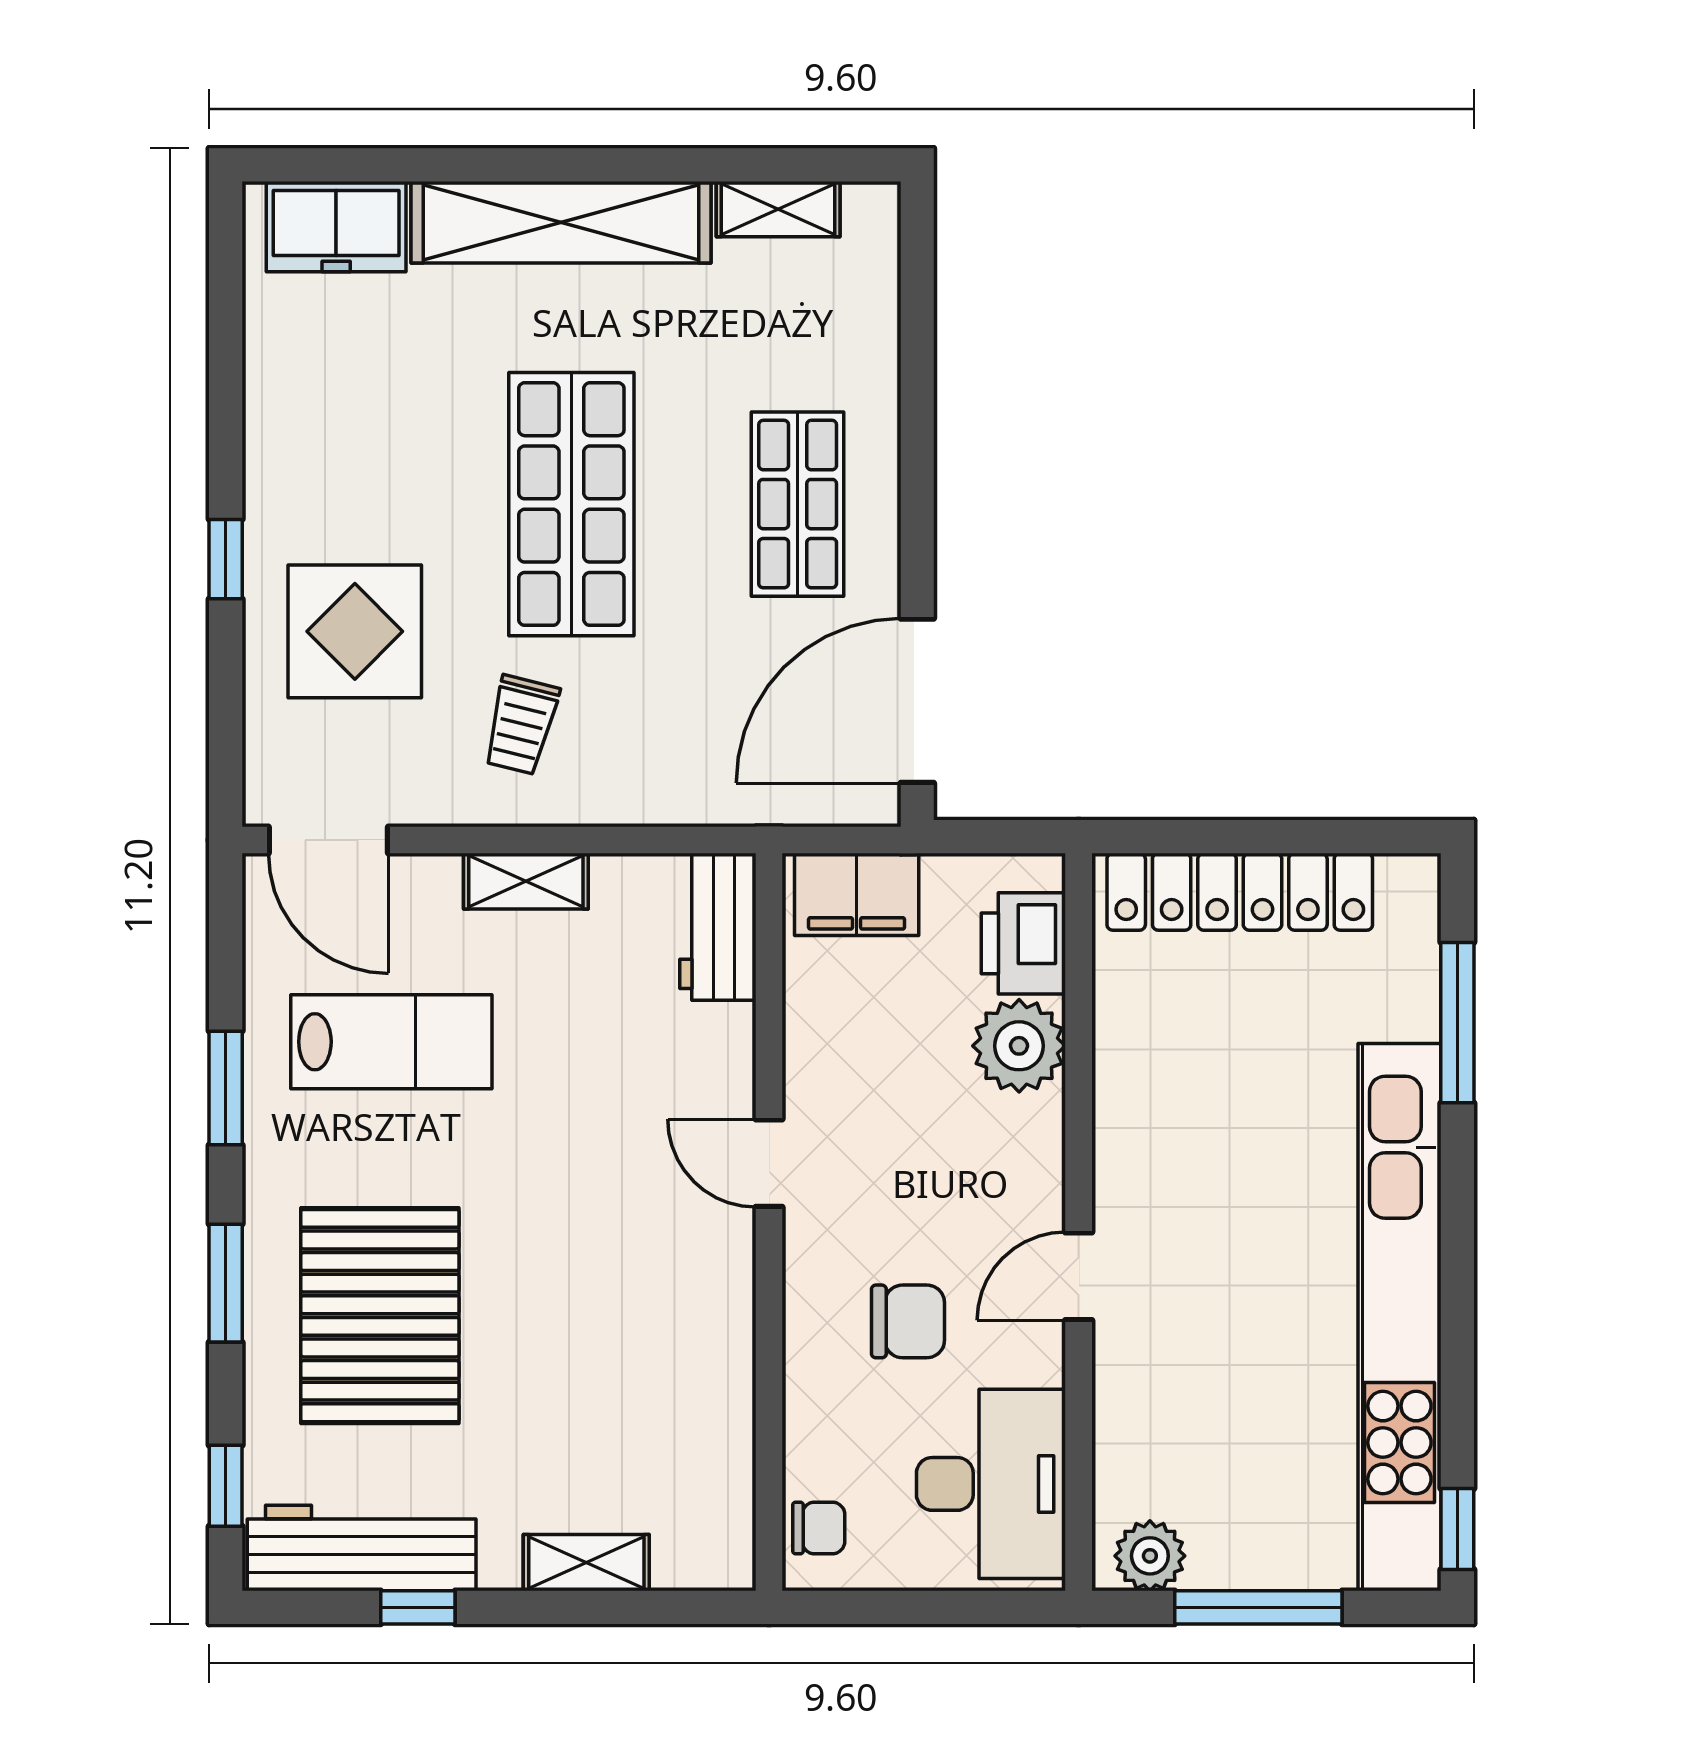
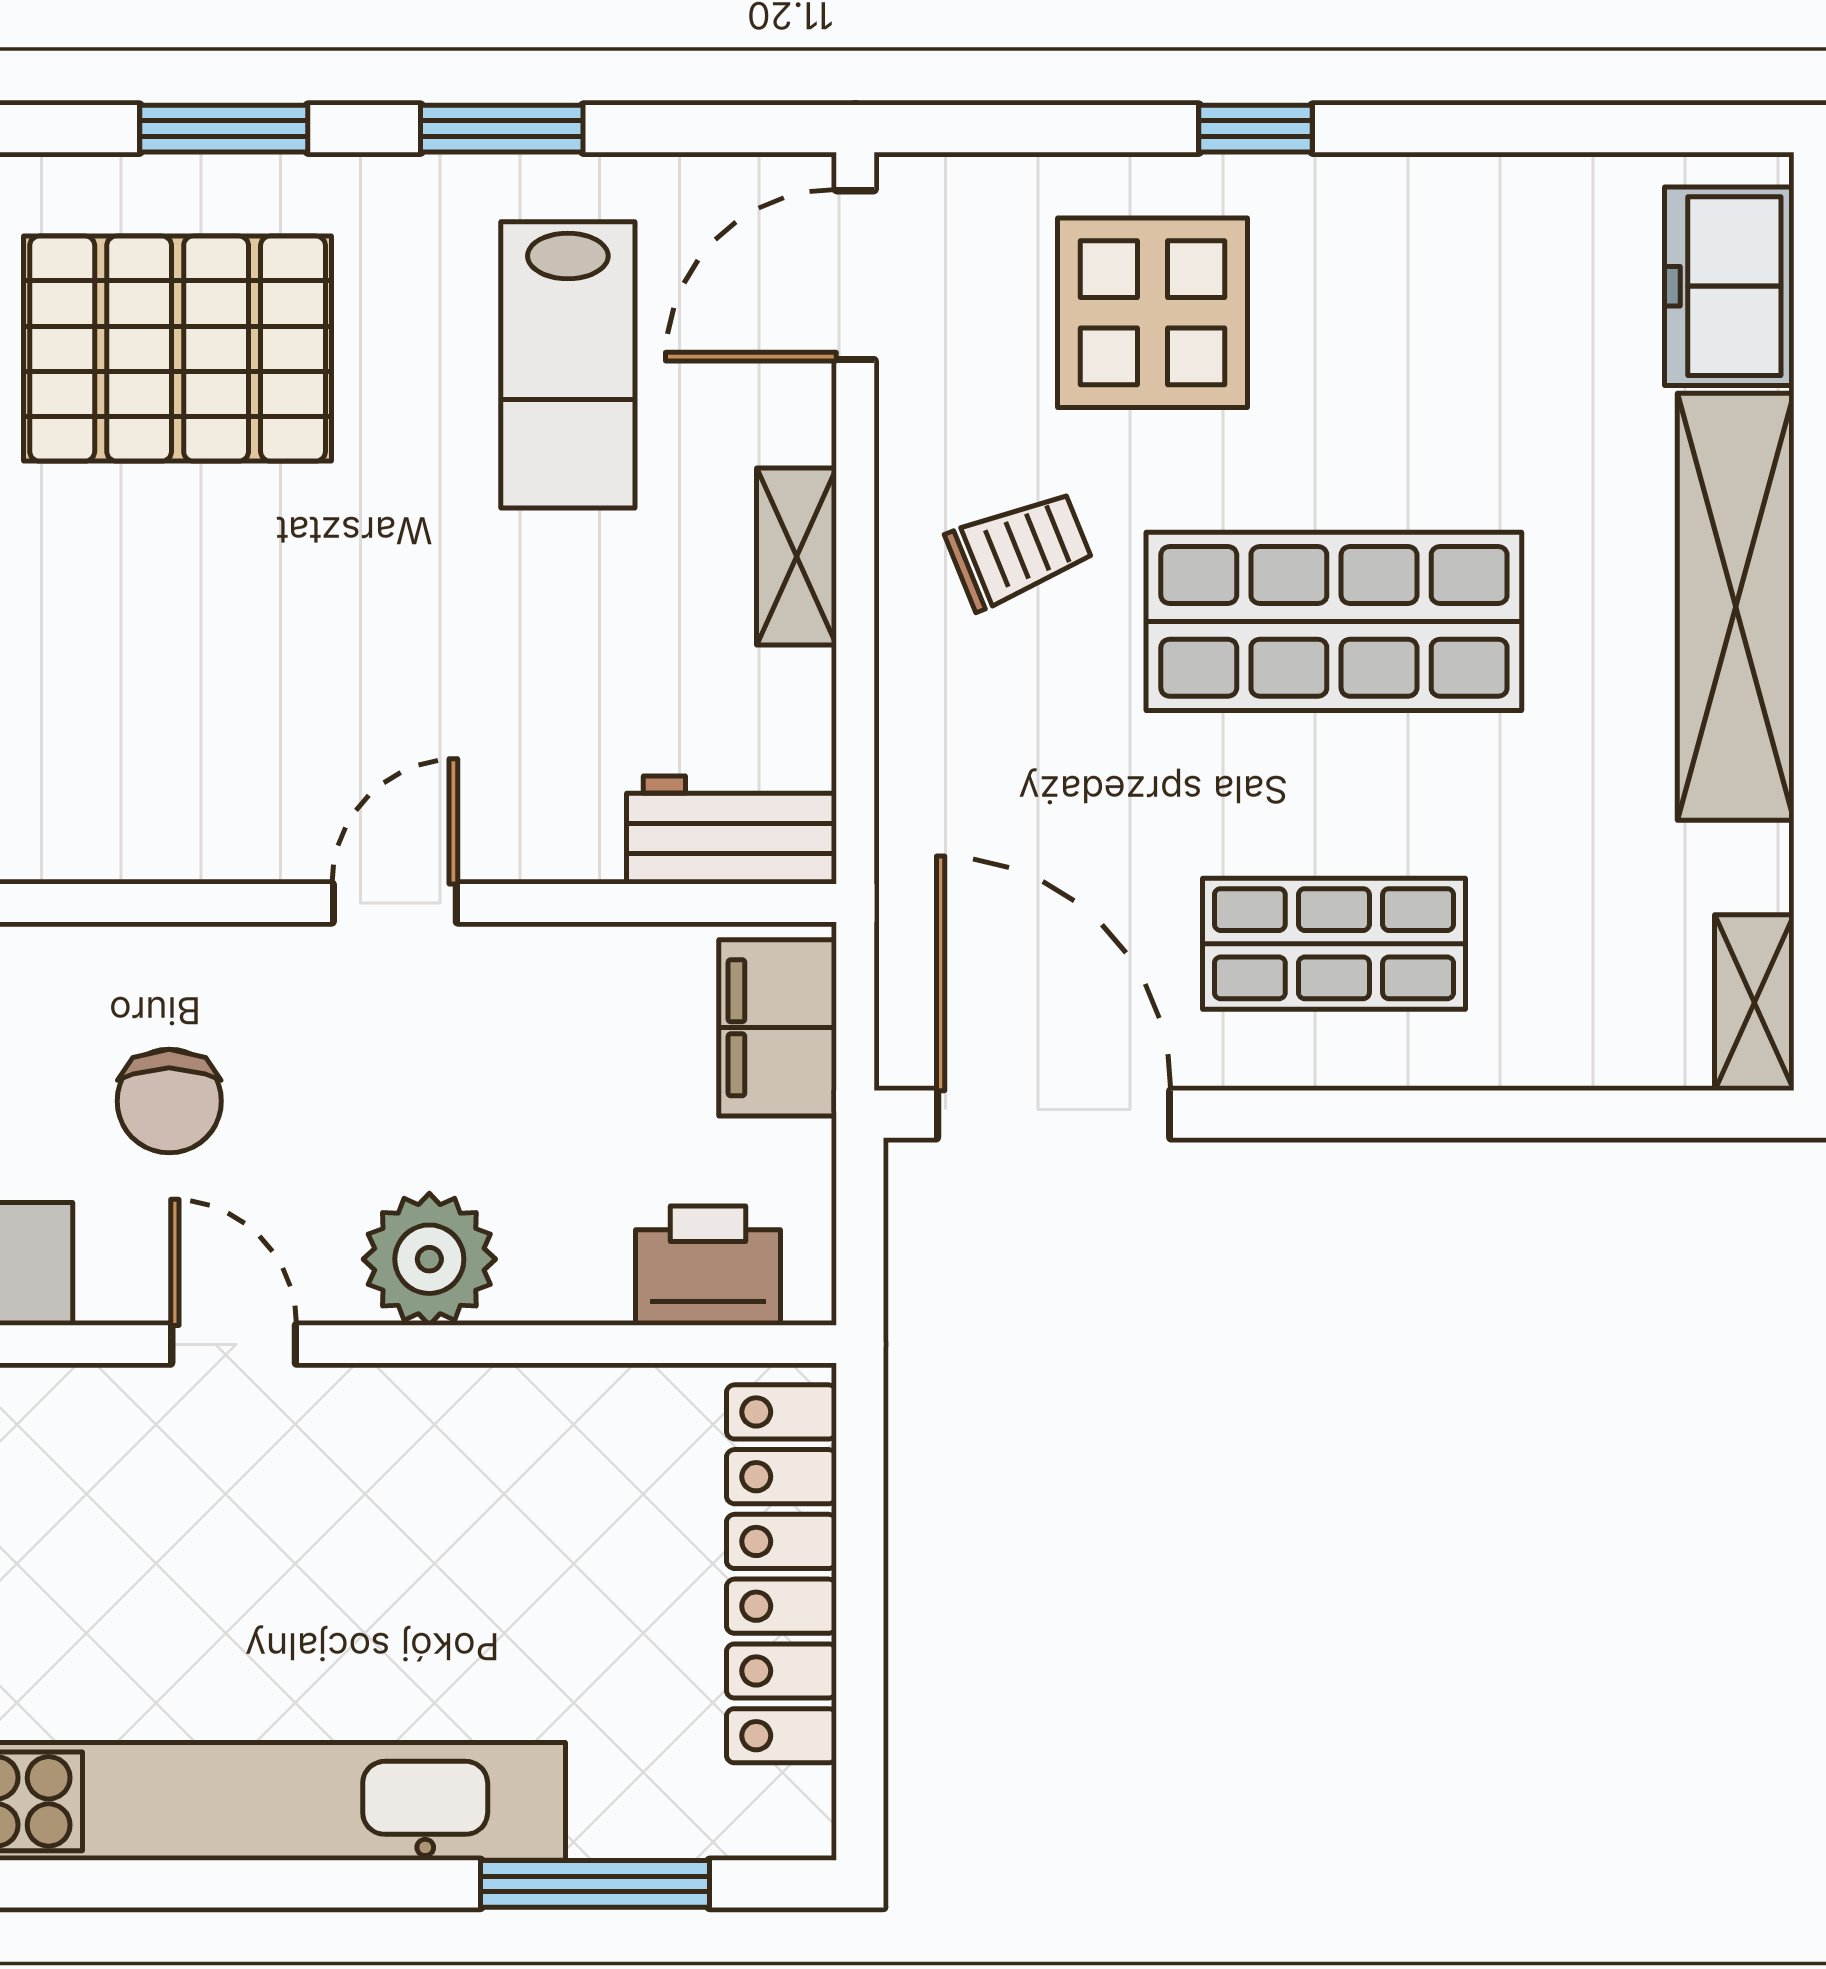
shelving: (778, 209) -> (1754, 1003), moved
trolley: (521, 725) -> (1019, 550), turned 144
plant: (1019, 1046) -> (429, 1259), moved

